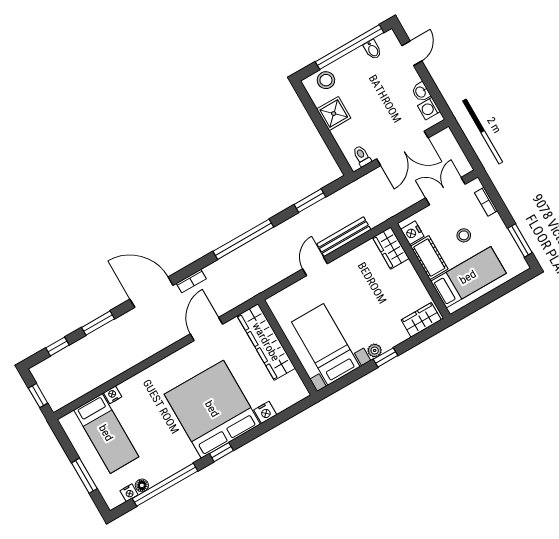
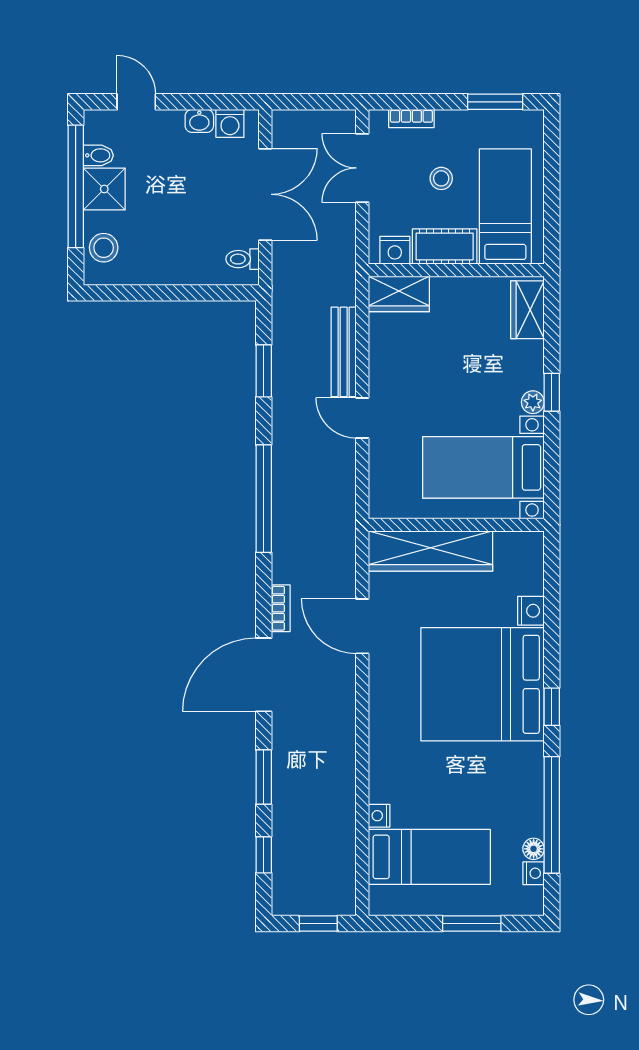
shower: (334, 114) -> (104, 189), moved

